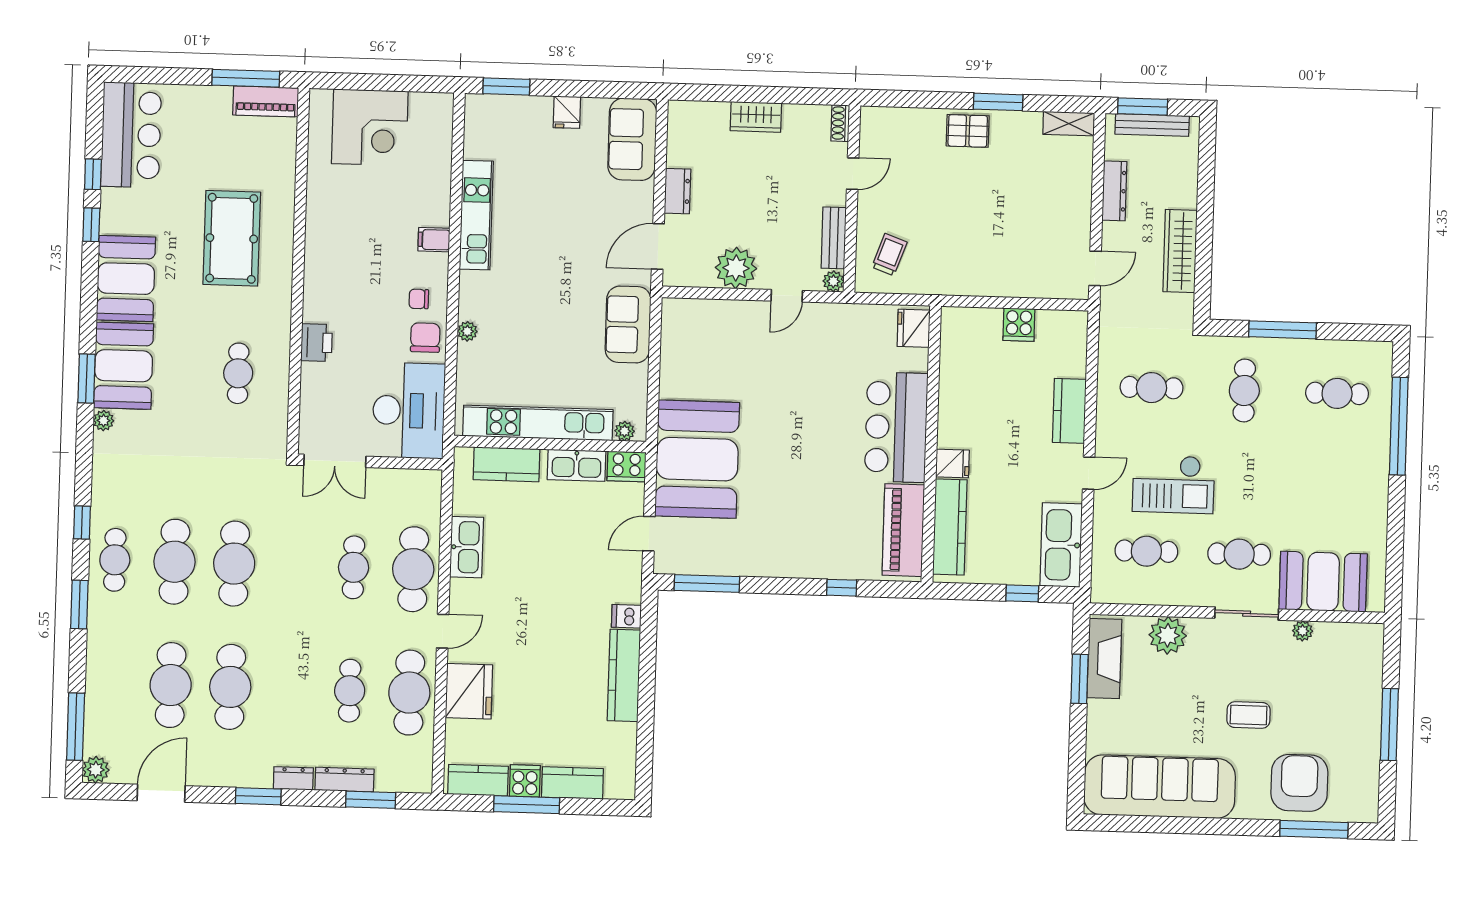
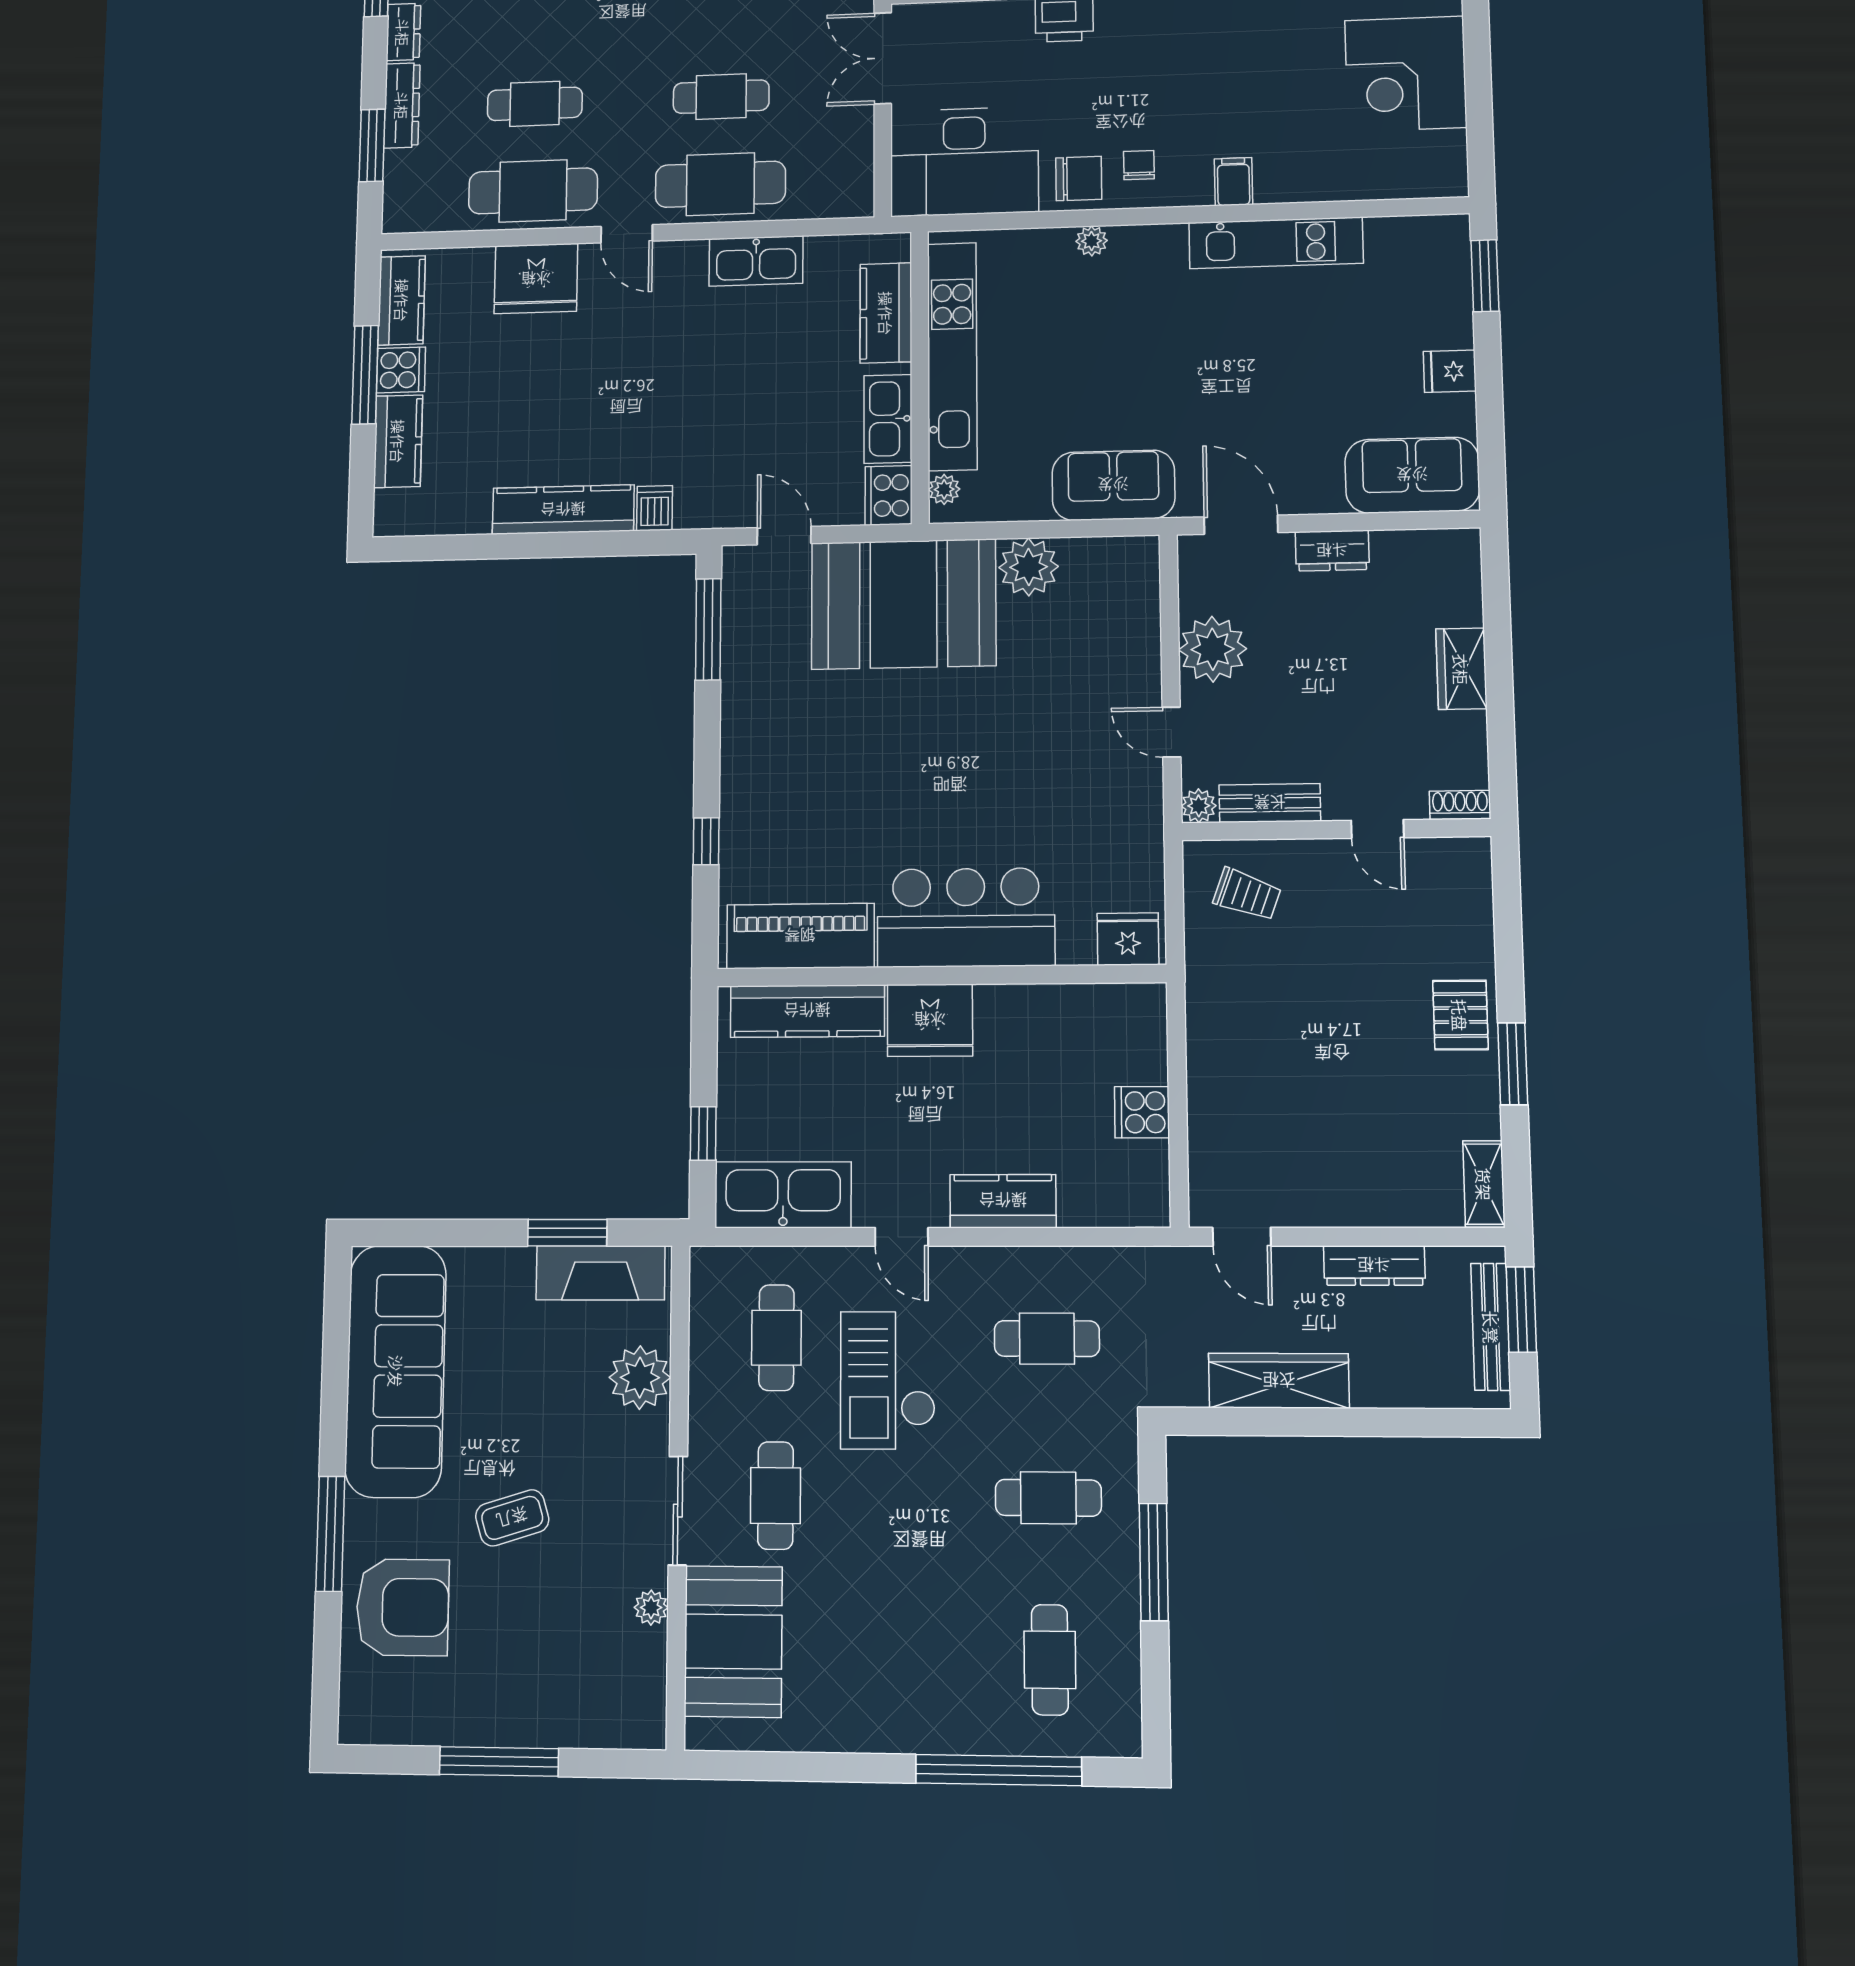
plant: (678, 380) -> (1029, 567), added
cafe table: (1152, 388) -> (1047, 1339), turned 90
fridge: (952, 463) -> (930, 1020), width x1.88, depth x1.34
coffee table: (1249, 715) -> (512, 1518), turned 73
window: (1314, 829) -> (330, 1534), moved

